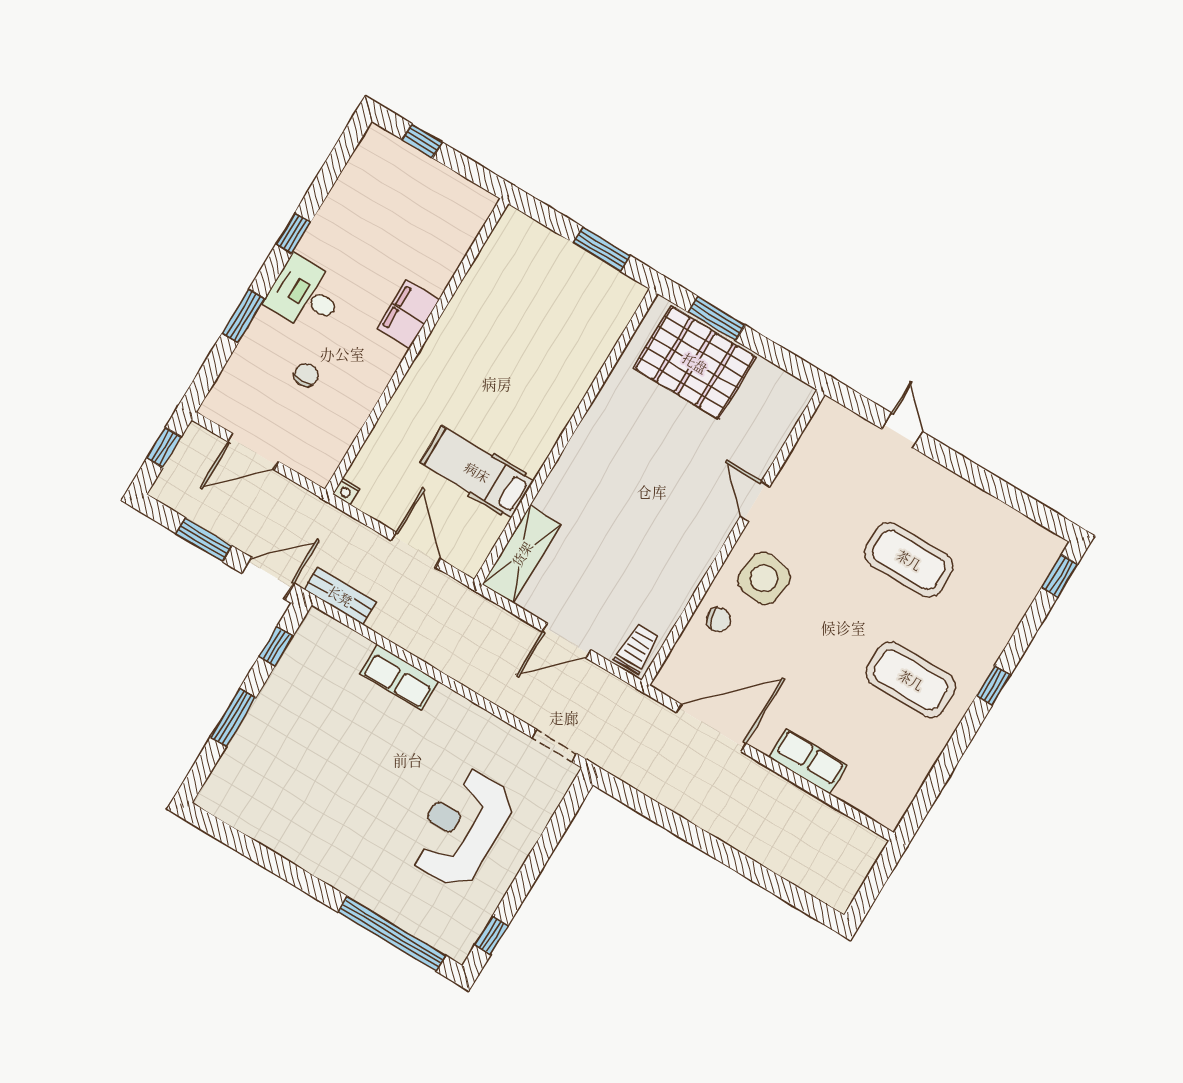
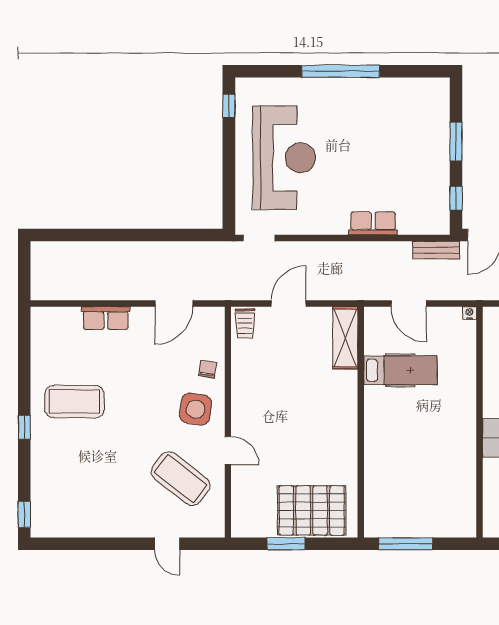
window: (602, 249) -> (406, 544), width x1.44
window: (717, 318) -> (286, 544), moved
coffee table: (909, 560) -> (181, 479), moved, turned 38
chair: (719, 620) -> (208, 369), turned 114
door: (711, 728) -> (174, 303), width x0.73
reception desk: (462, 828) -> (284, 158), width x1.36, depth x1.30
window: (392, 934) -> (341, 71), moved

